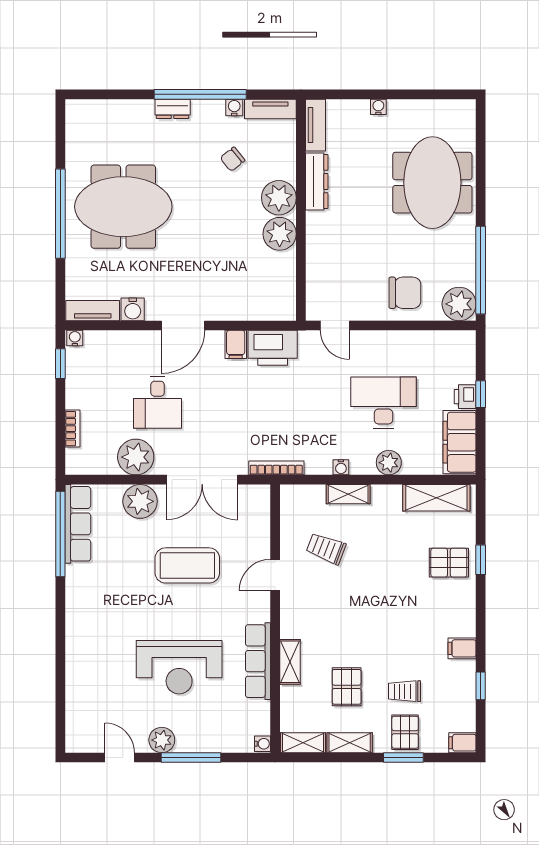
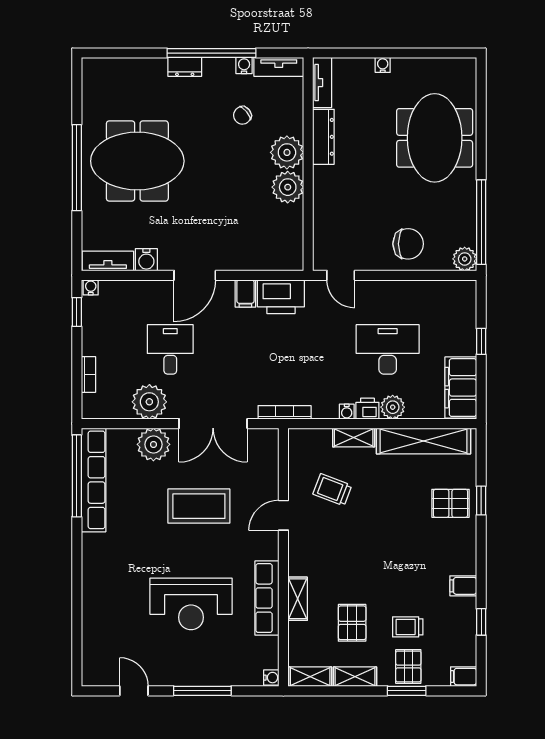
plant: (459, 304) -> (465, 259), width x0.73, depth x0.73
printer: (465, 397) -> (367, 409), moved, turned 90
desk: (158, 403) -> (170, 349), turned 180
shelving: (436, 498) -> (423, 441), width x1.47
row of seats: (78, 524) -> (94, 480), width x1.36
plant: (162, 740) -> (174, 674), removed

